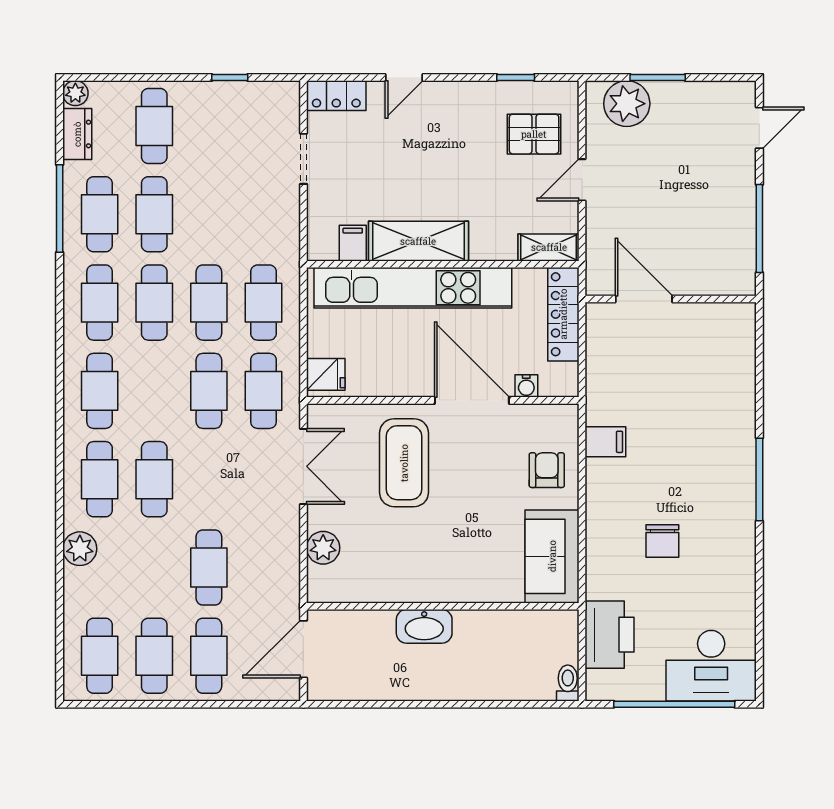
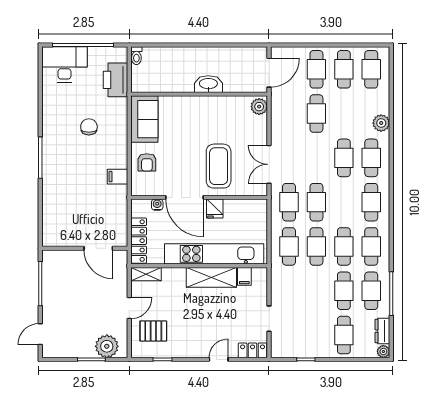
fridge: (326, 374) -> (215, 209), moved, turned -90
plant: (323, 548) -> (259, 107), moved

